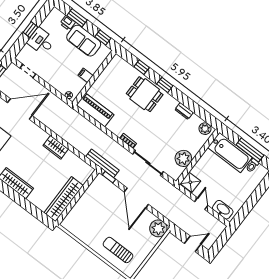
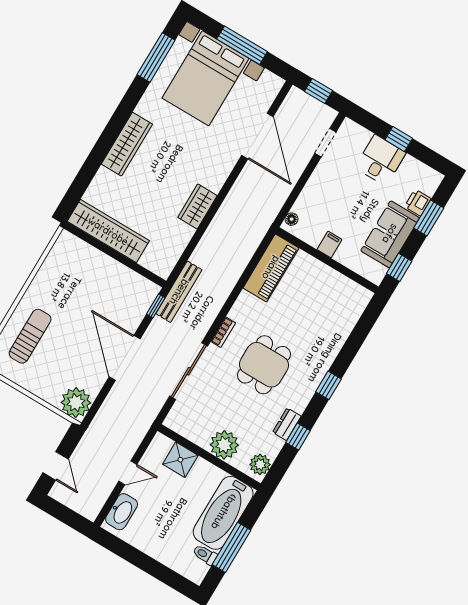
window: (142, 67) -> (298, 437), moved
dining table: (145, 94) -> (264, 365), moved
plant: (183, 158) -> (224, 445), moved
shower: (190, 182) -> (180, 460), moved
door: (136, 198) -> (125, 358), hinge flipped

